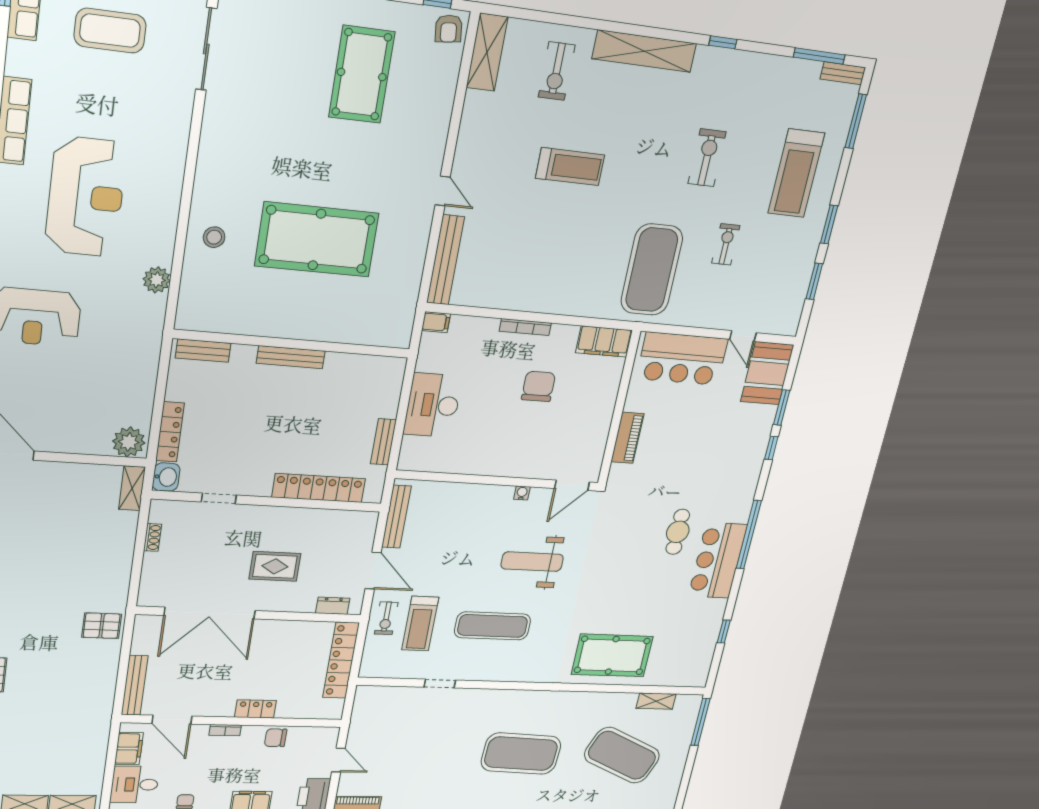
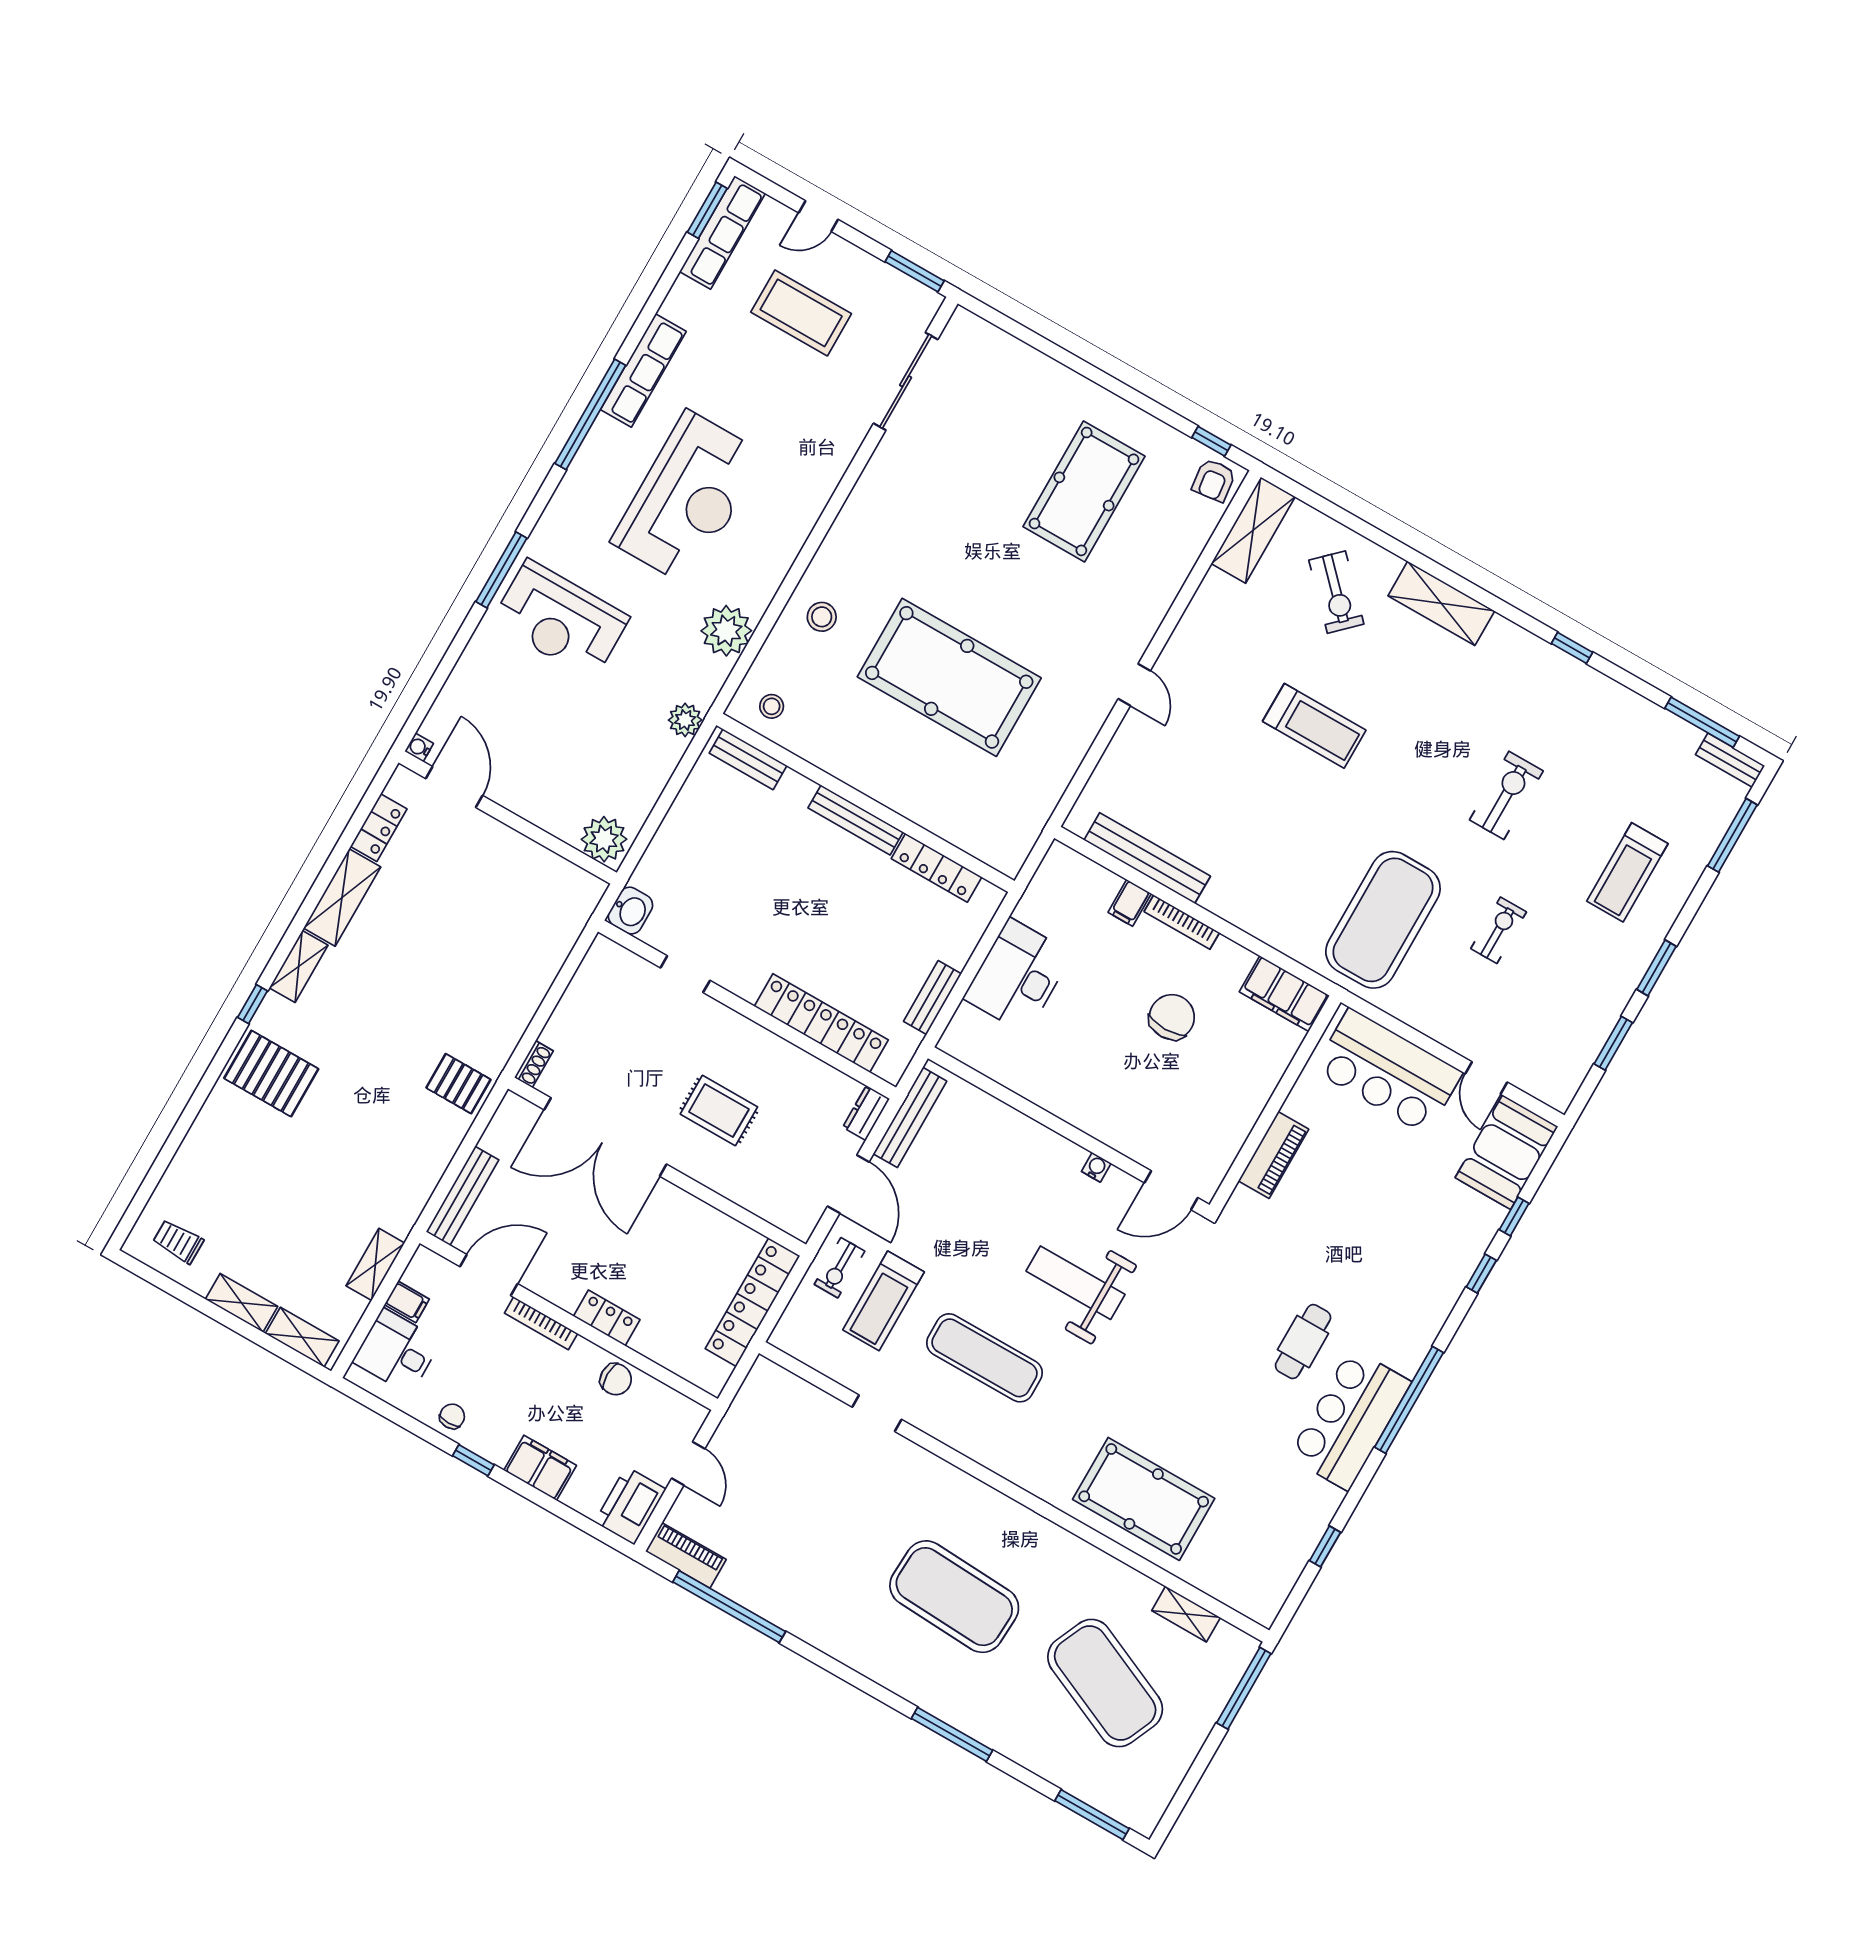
shelving: (644, 51) -> (1441, 603), width x0.68
exercise bike: (557, 71) -> (1336, 592), turned -44
treadmill: (796, 173) -> (1627, 872), width x0.73, depth x0.73
bench: (445, 260) -> (1147, 858), moved, turned 90
plant: (157, 280) -> (726, 631), width x1.36, depth x1.36
stool: (205, 310) -> (772, 706), added
filing cabinet: (436, 322) -> (1130, 903), moved, turned 90
plant: (150, 344) -> (685, 720), added
window: (782, 408) -> (1514, 1216), width x0.67
locker: (170, 432) -> (937, 868), moved, turned 90
shelving: (132, 488) -> (375, 1264), moved
shoe rack: (152, 537) -> (534, 1064), moved
dresser: (333, 606) -> (866, 1113), moved, turned -90
door: (172, 720) -> (489, 1275), swing flipped
bookcase: (225, 730) -> (541, 1323), width x1.56
chair: (276, 738) -> (616, 1379), turned 180
filing cabinet: (129, 749) -> (407, 1302), width x0.50

